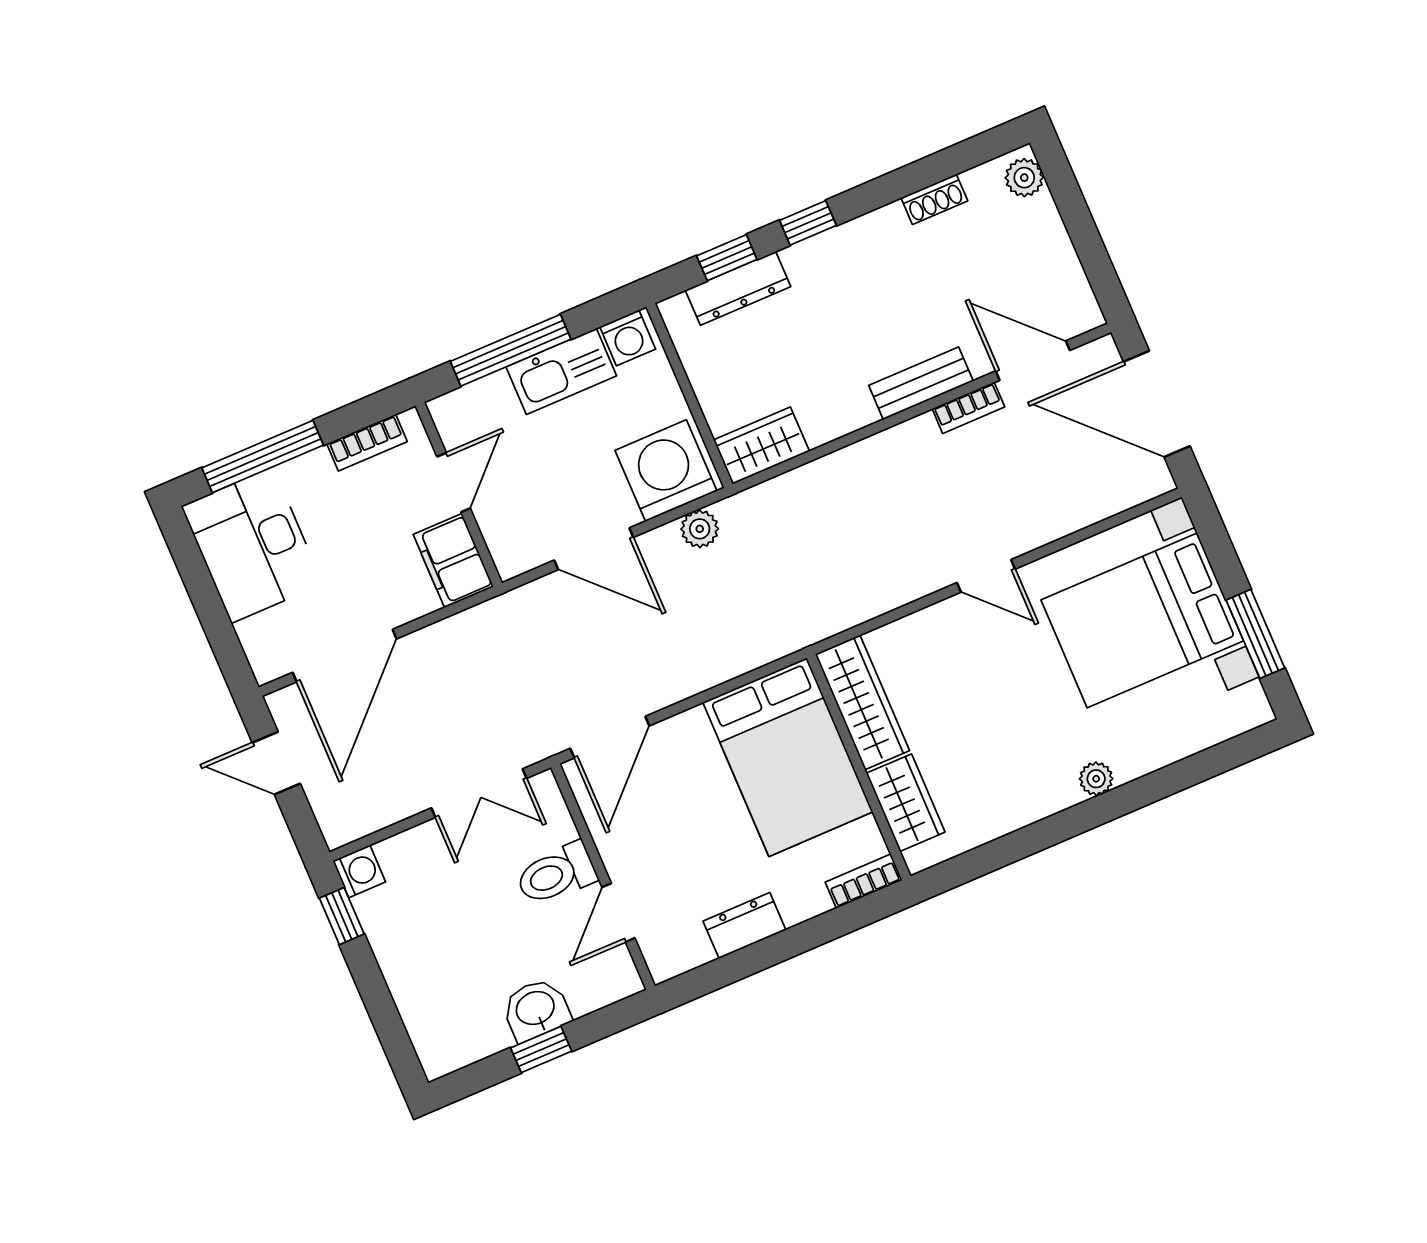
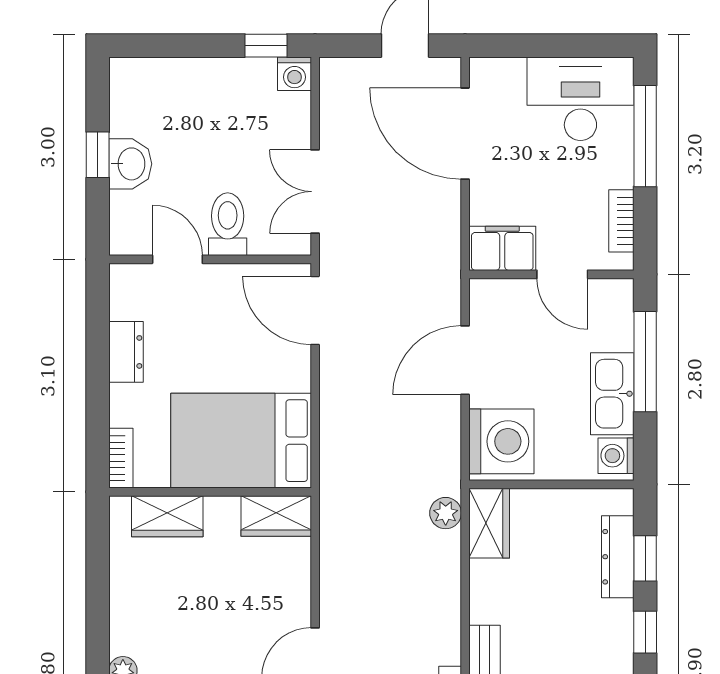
plant: (700, 529) -> (446, 513), moved
wardrobe: (862, 702) -> (276, 516), width x0.67

